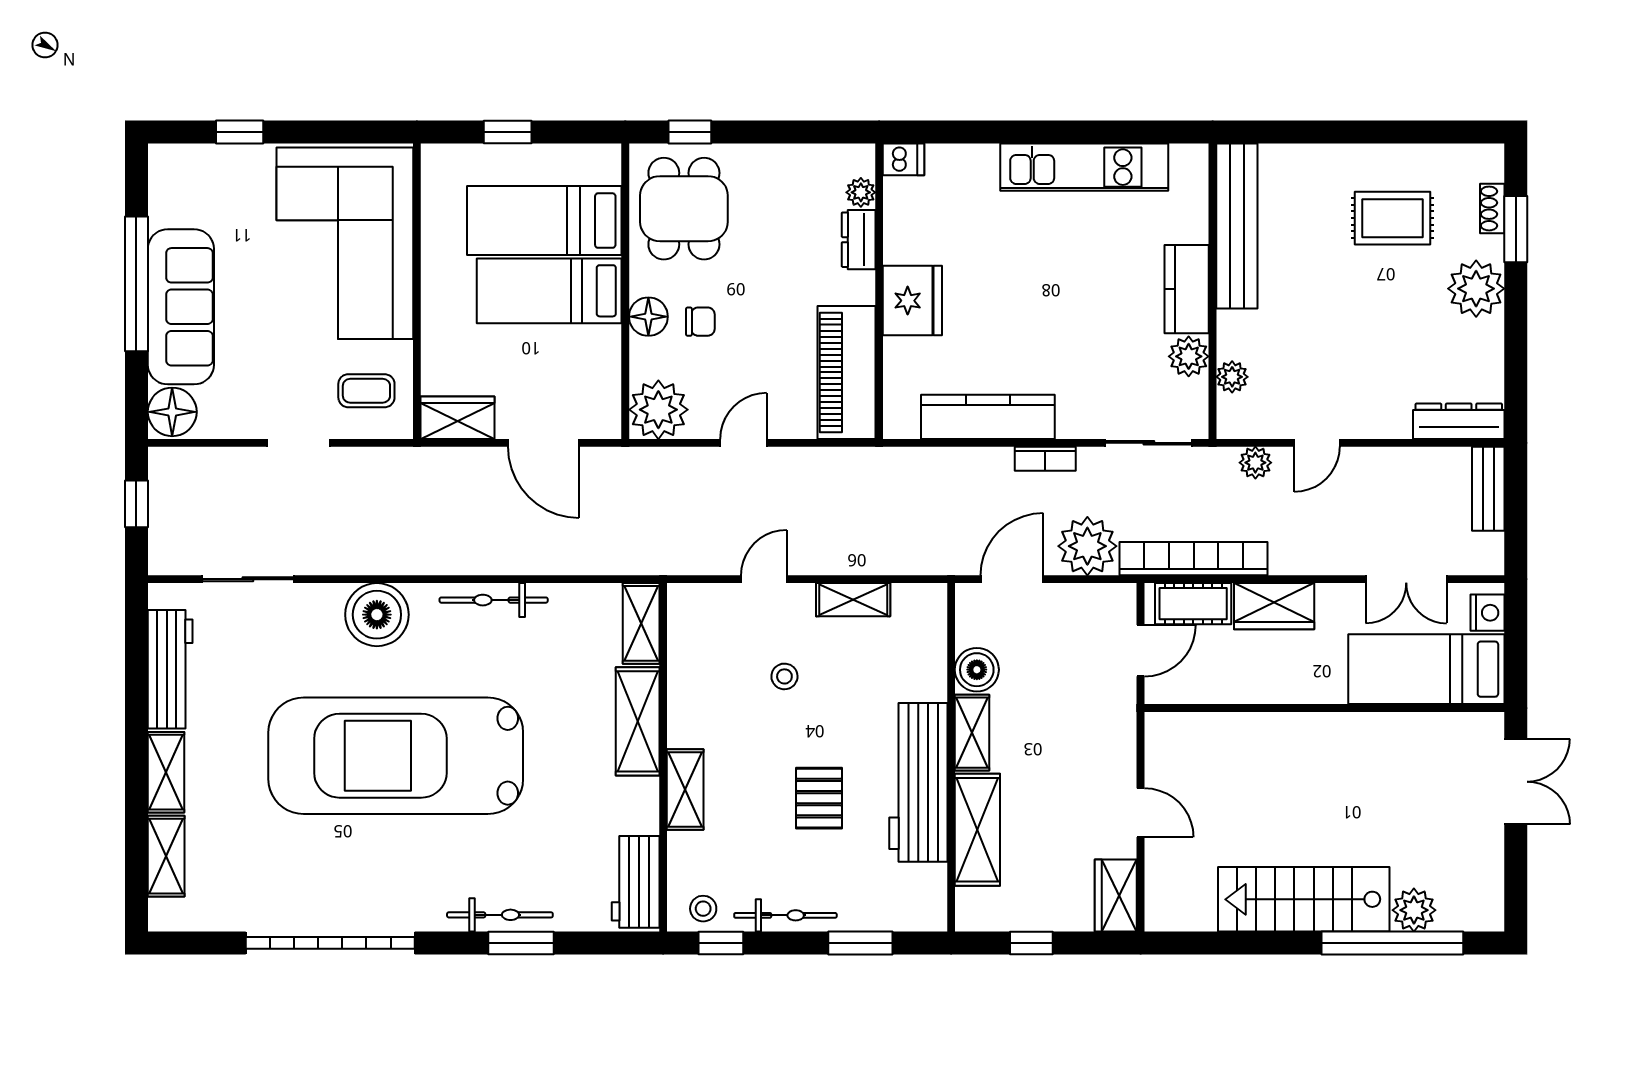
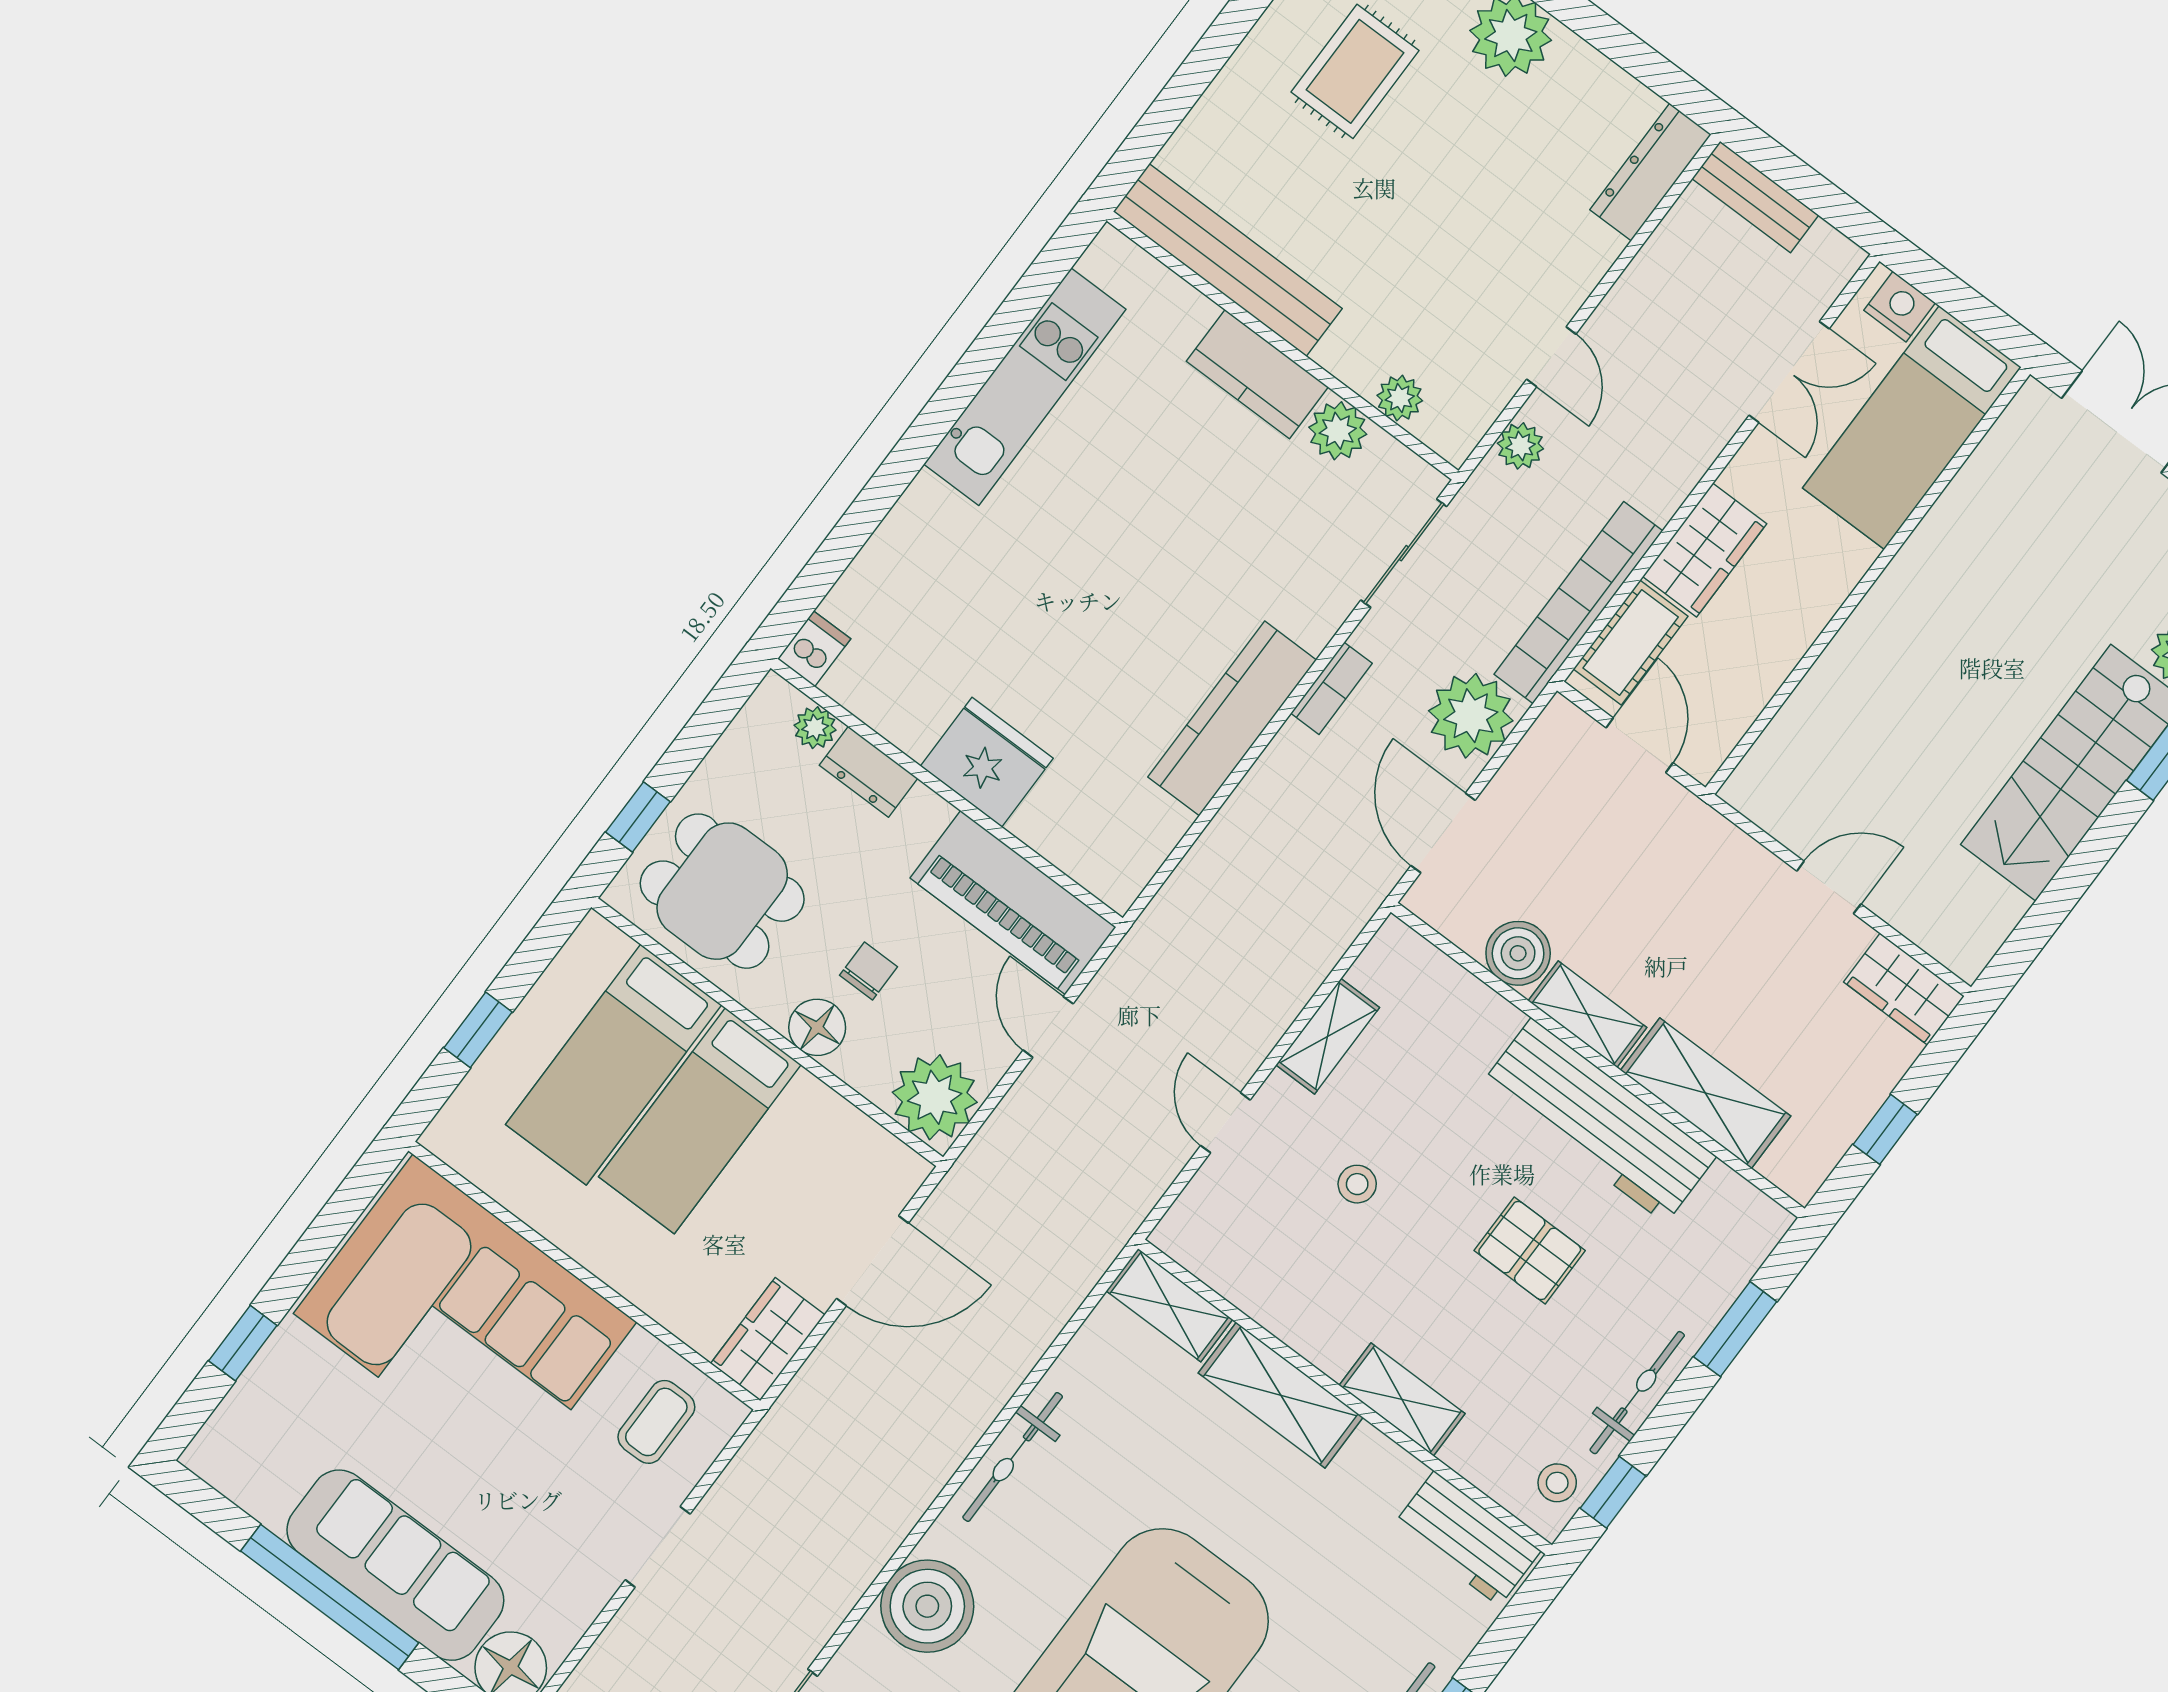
dishwasher: (903, 159) -> (814, 649), moved
plant: (861, 192) -> (815, 728), moved
dresser: (859, 240) -> (868, 772), moved
wall: (879, 291) -> (947, 793), moved
fridge: (912, 301) -> (987, 762), moved
piano: (846, 372) -> (1013, 903), moved

